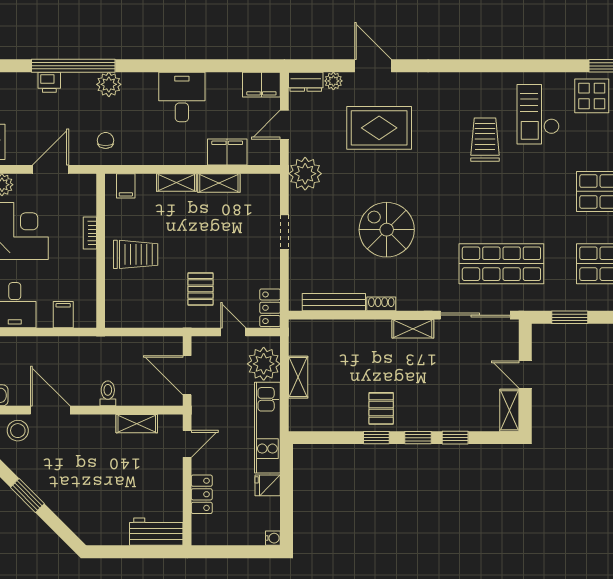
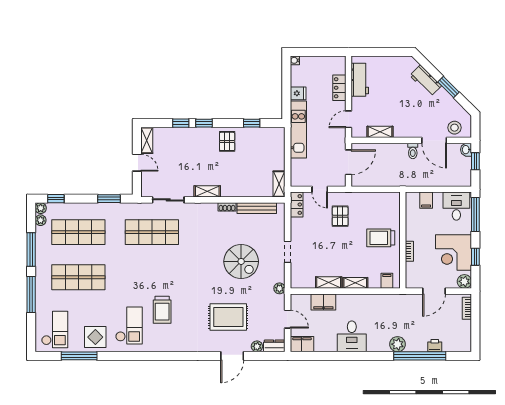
door: (373, 66) -> (232, 356), hinge flipped
door: (284, 125) -> (288, 319), hinge flipped
chair: (106, 140) -> (400, 309), removed
plant: (305, 174) -> (279, 288), width x0.53, depth x0.53
spiral stairs: (387, 230) -> (241, 261), moved
sliding door: (475, 315) -> (168, 200), width x0.73
plant: (264, 364) -> (301, 169), removed
door: (187, 375) -> (348, 162), hinge flipped
shelving: (298, 377) -> (279, 184), moved
toilet: (108, 393) -> (413, 151), moved
window: (376, 438) -> (252, 123), moved
workbench: (64, 506) -> (426, 81), added
workbench: (156, 532) -> (360, 80), moved, turned -90

